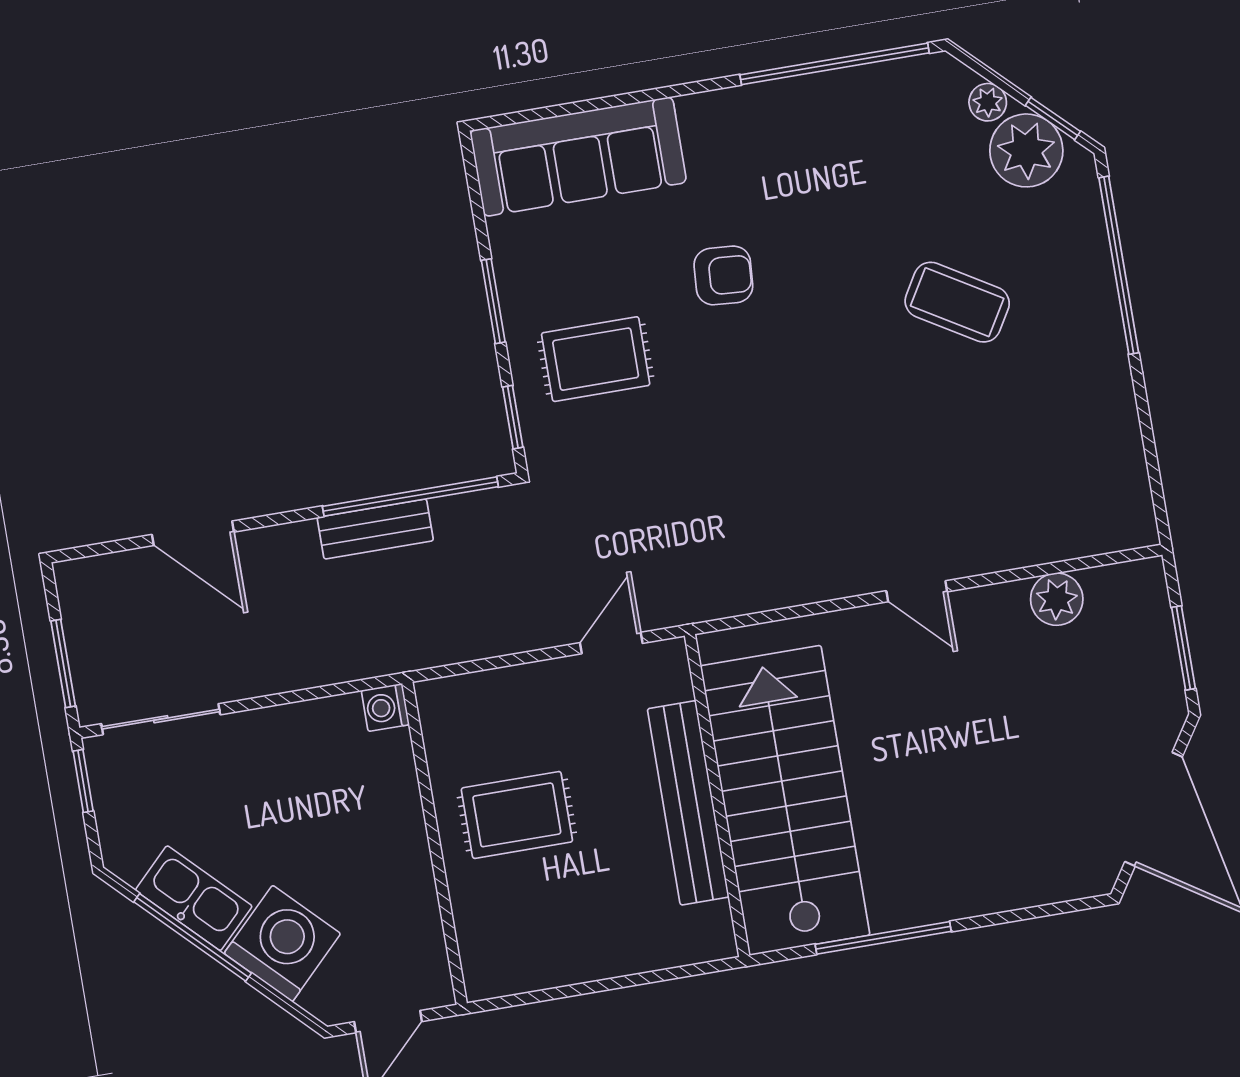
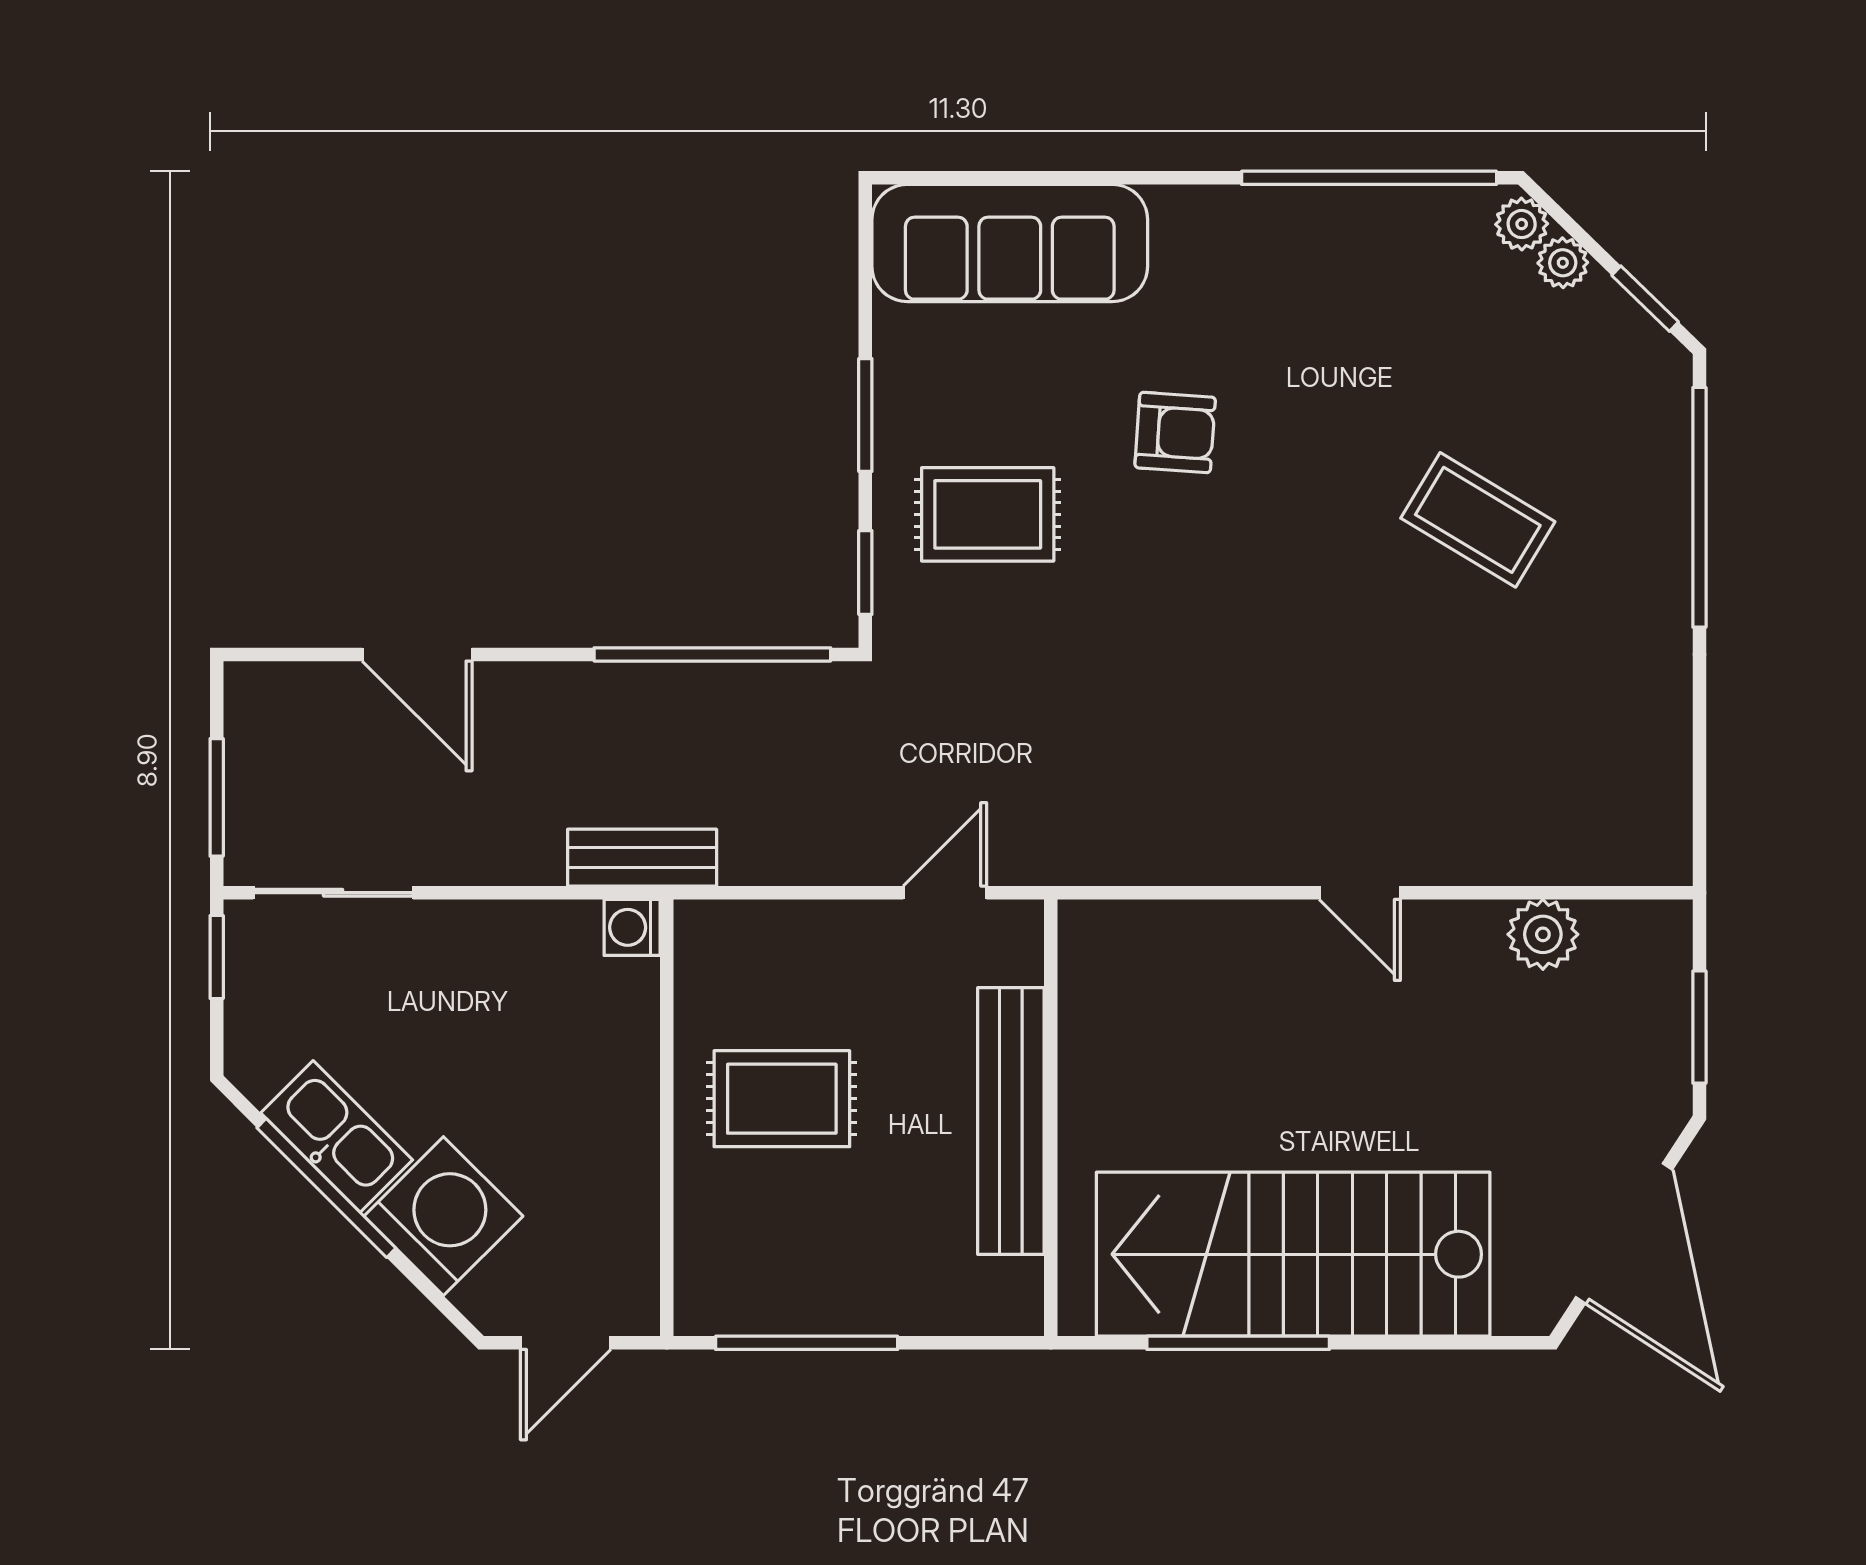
plant: (1026, 150) -> (1522, 224), moved, width x0.53, depth x0.53
bench: (375, 529) -> (642, 858), moved
stairs: (785, 800) -> (1293, 1254), moved, turned -90
window: (565, 992) -> (807, 1343), added

